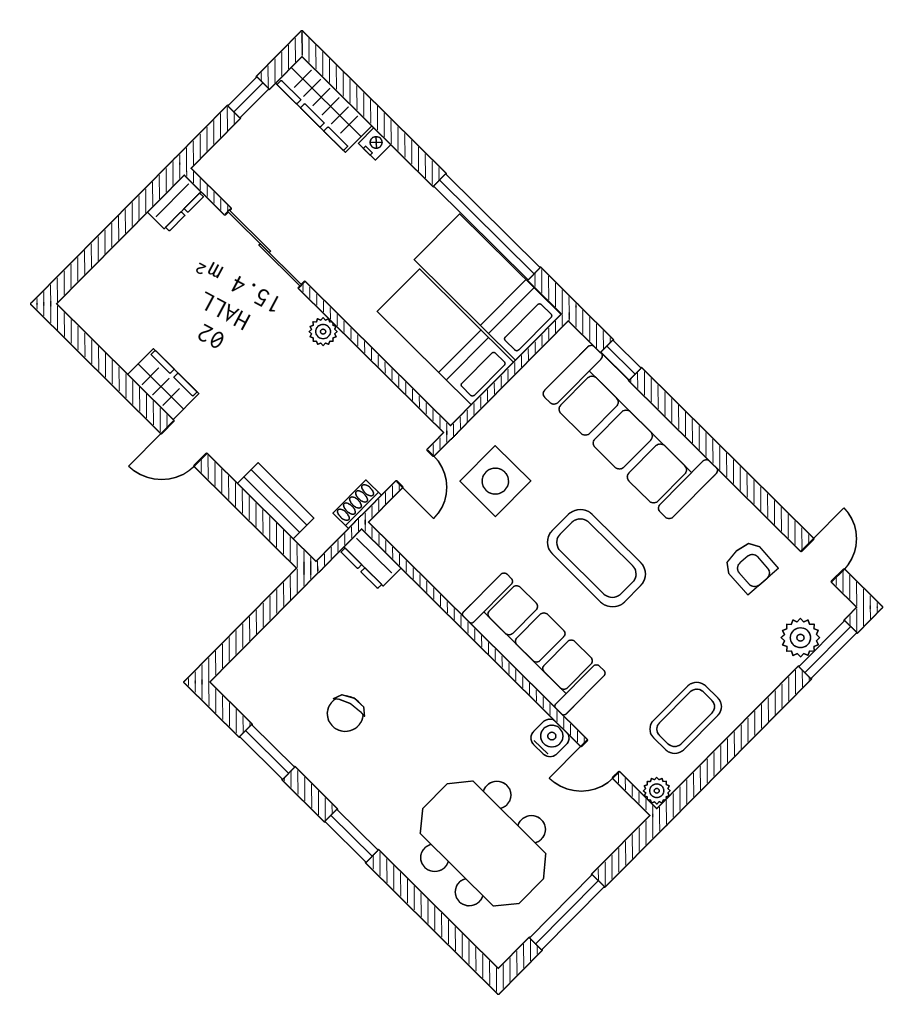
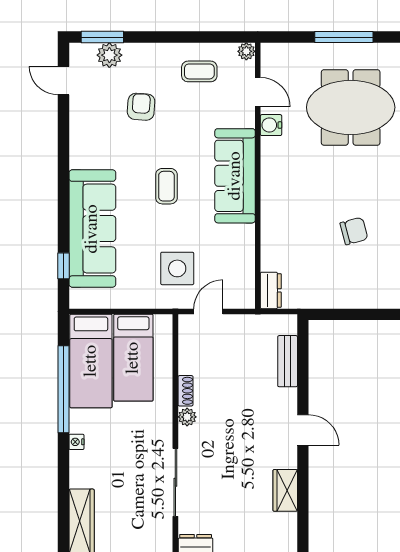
nightstand: (375, 144) -> (76, 442), moved
wardrobe: (163, 384) -> (285, 490), moved
shoe rack: (357, 504) -> (185, 391), moved, turned -90
coffee table: (596, 558) -> (166, 186), width x0.54, depth x0.58
door: (823, 560) -> (63, 81), hinge flipped
armchair: (750, 566) -> (141, 107), moved
coffee table: (686, 718) -> (199, 71), width x0.73, depth x0.77
meeting table: (483, 844) -> (351, 107), turned 90

